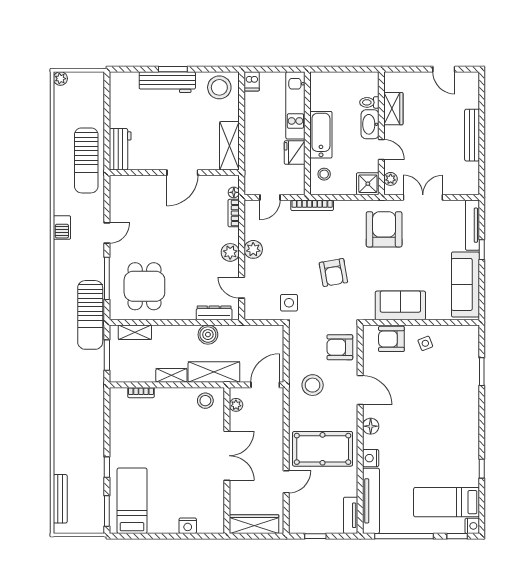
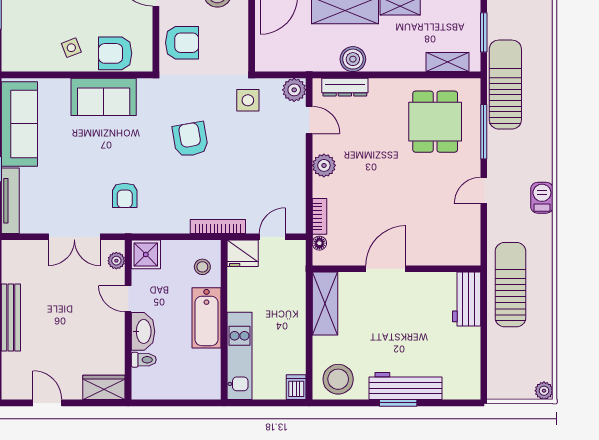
wardrobe: (393, 109) -> (104, 387), moved, turned 90
fridge: (295, 152) -> (243, 253), moved, turned 90
armchair: (384, 229) -> (125, 195), width x0.53, depth x0.53
plant: (253, 249) -> (294, 90), moved
armchair: (391, 339) -> (115, 53), turned 180

